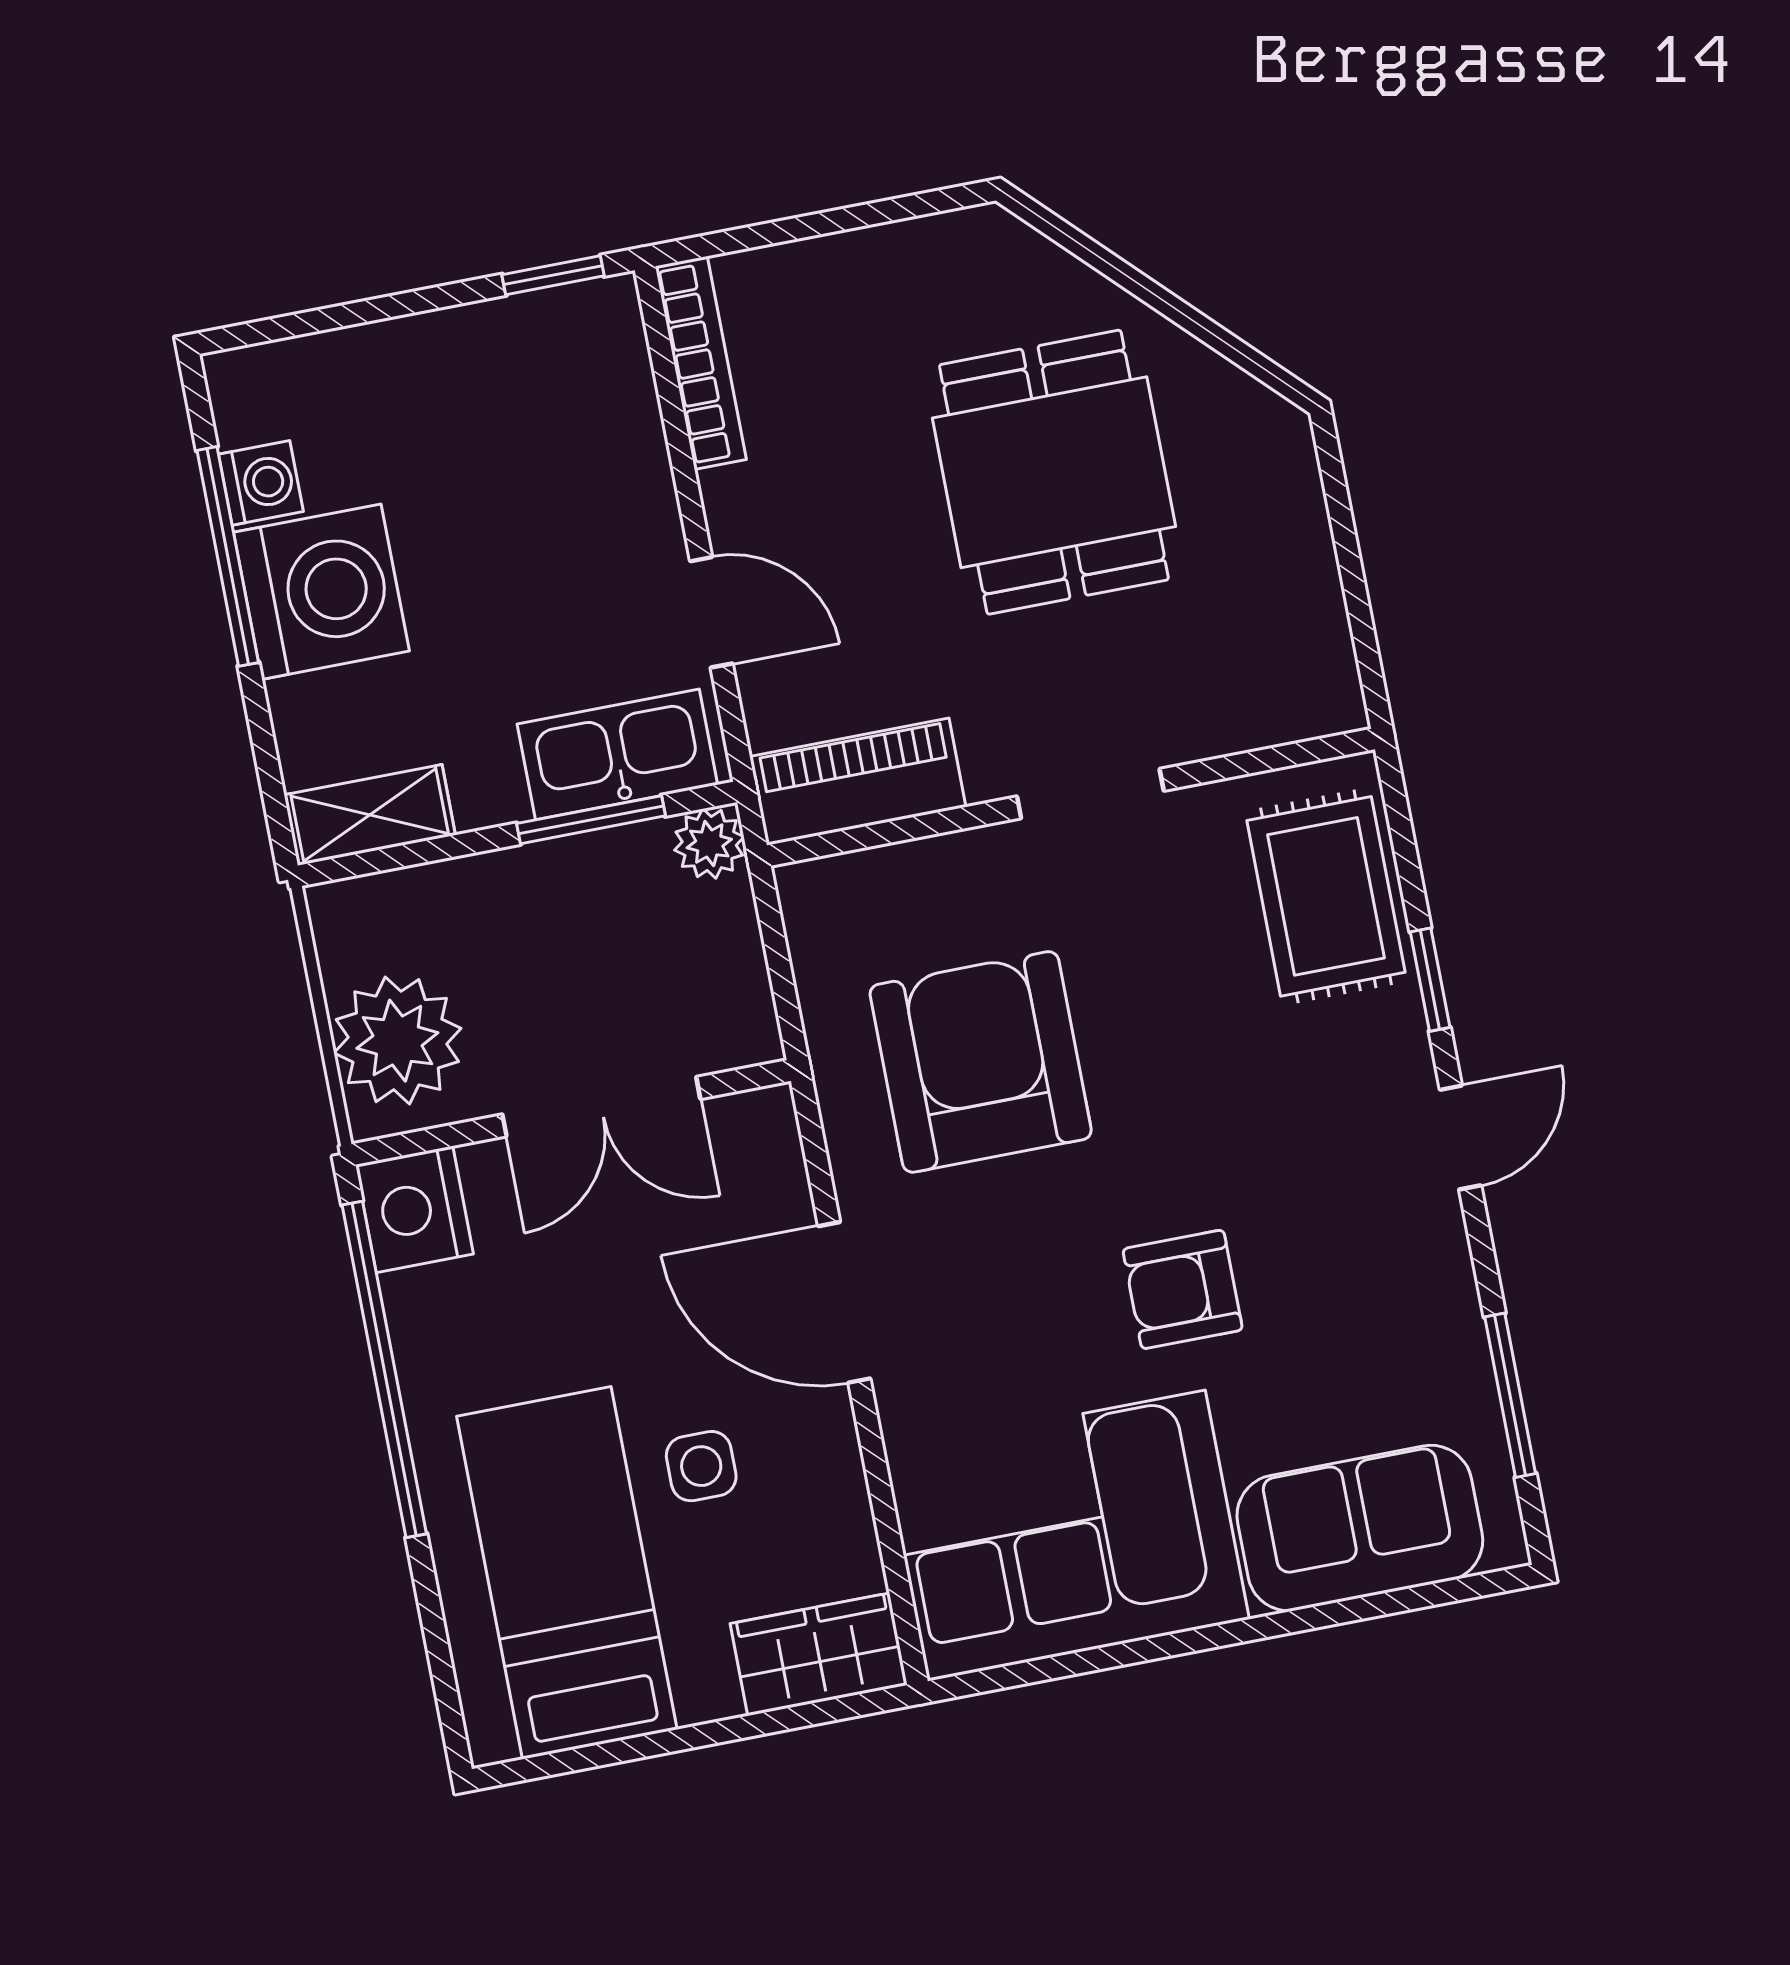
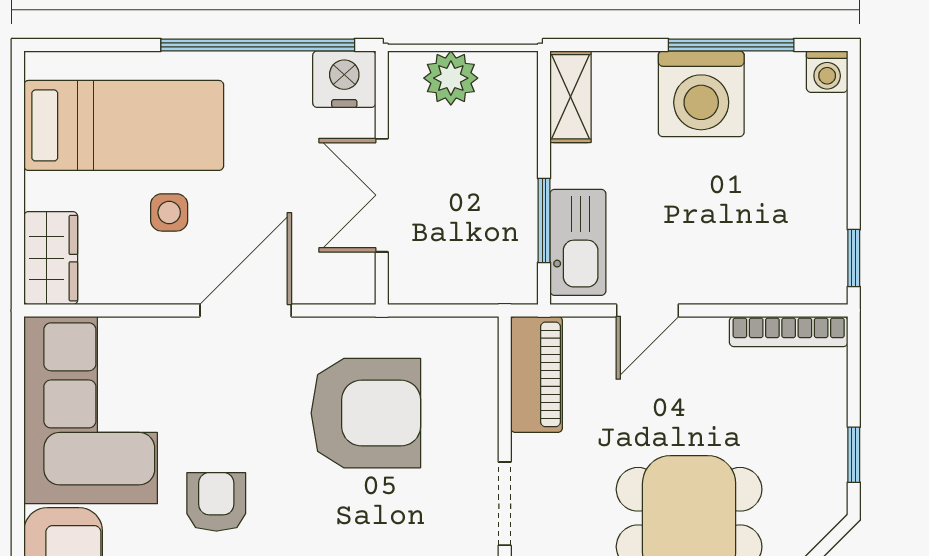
window: (891, 210) -> (854, 455), added
washing machine: (261, 483) -> (827, 72), moved
plant: (709, 844) -> (518, 284), removed
plant: (397, 1041) -> (451, 78), width x0.73, depth x0.73

